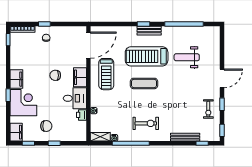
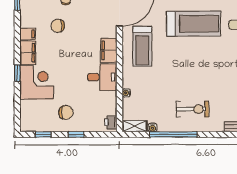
treadmill: (147, 56) -> (194, 24), turned 180
chair: (55, 75) -> (58, 26), moved
exercise mat: (144, 83) -> (190, 58), removed
printer: (81, 115) -> (111, 122), moved
filing cabinet: (16, 132) -> (28, 34), moved, width x0.50

